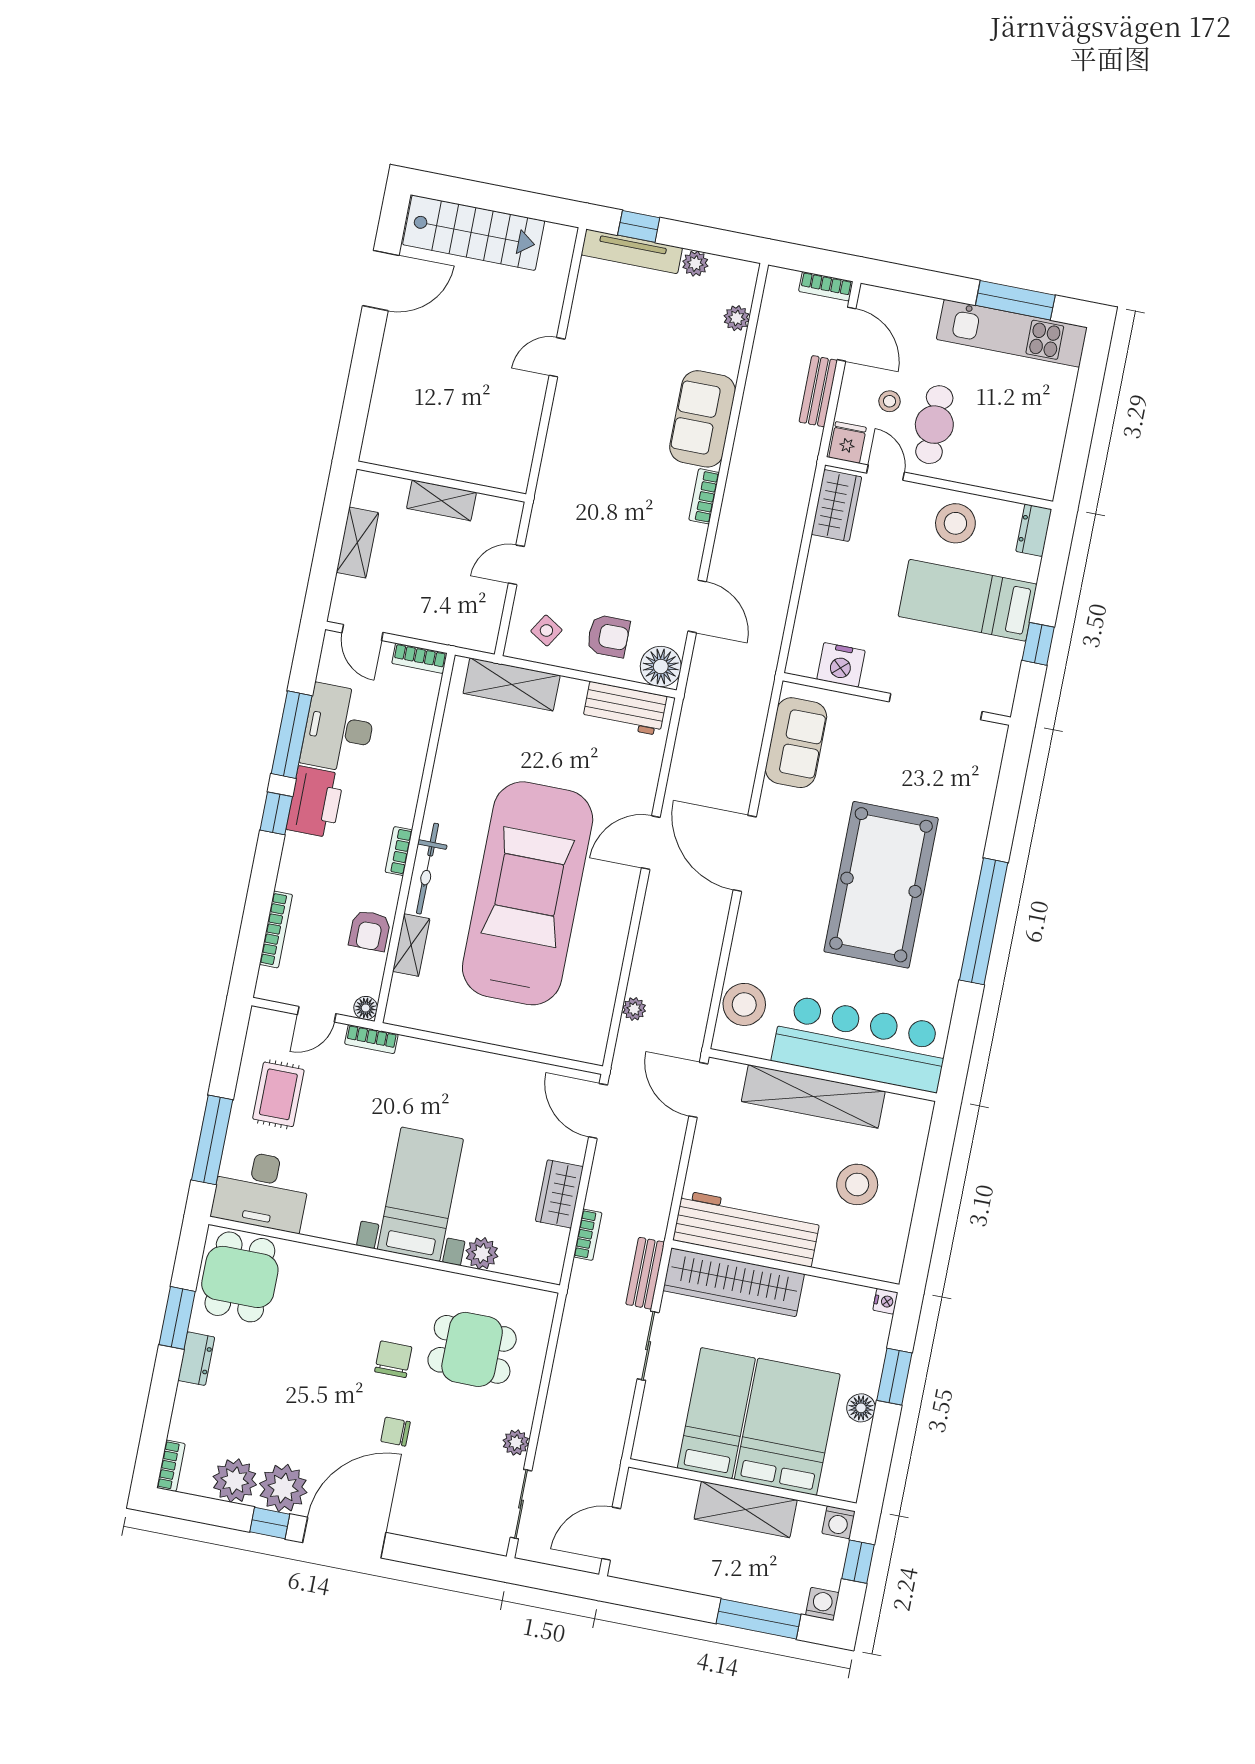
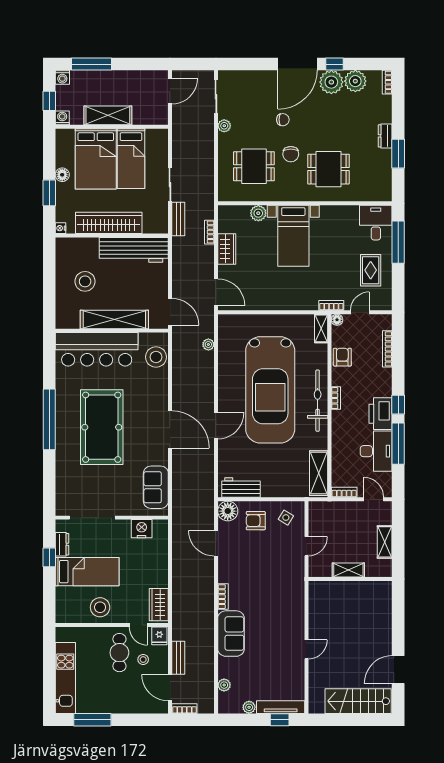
kitchen unit: (1012, 333) -> (65, 678), moved, turned 90
dresser: (1034, 530) -> (62, 544), moved
shelving: (512, 684) -> (319, 473), moved, turned 90
bicycle: (428, 869) -> (318, 401), width x1.37, depth x1.40
shelving: (411, 945) -> (321, 328), moved
desk: (261, 1190) -> (376, 223), width x0.73
dining table: (240, 1277) -> (328, 169), moved, turned 90
wardrobe: (734, 1282) -> (109, 223), moved

